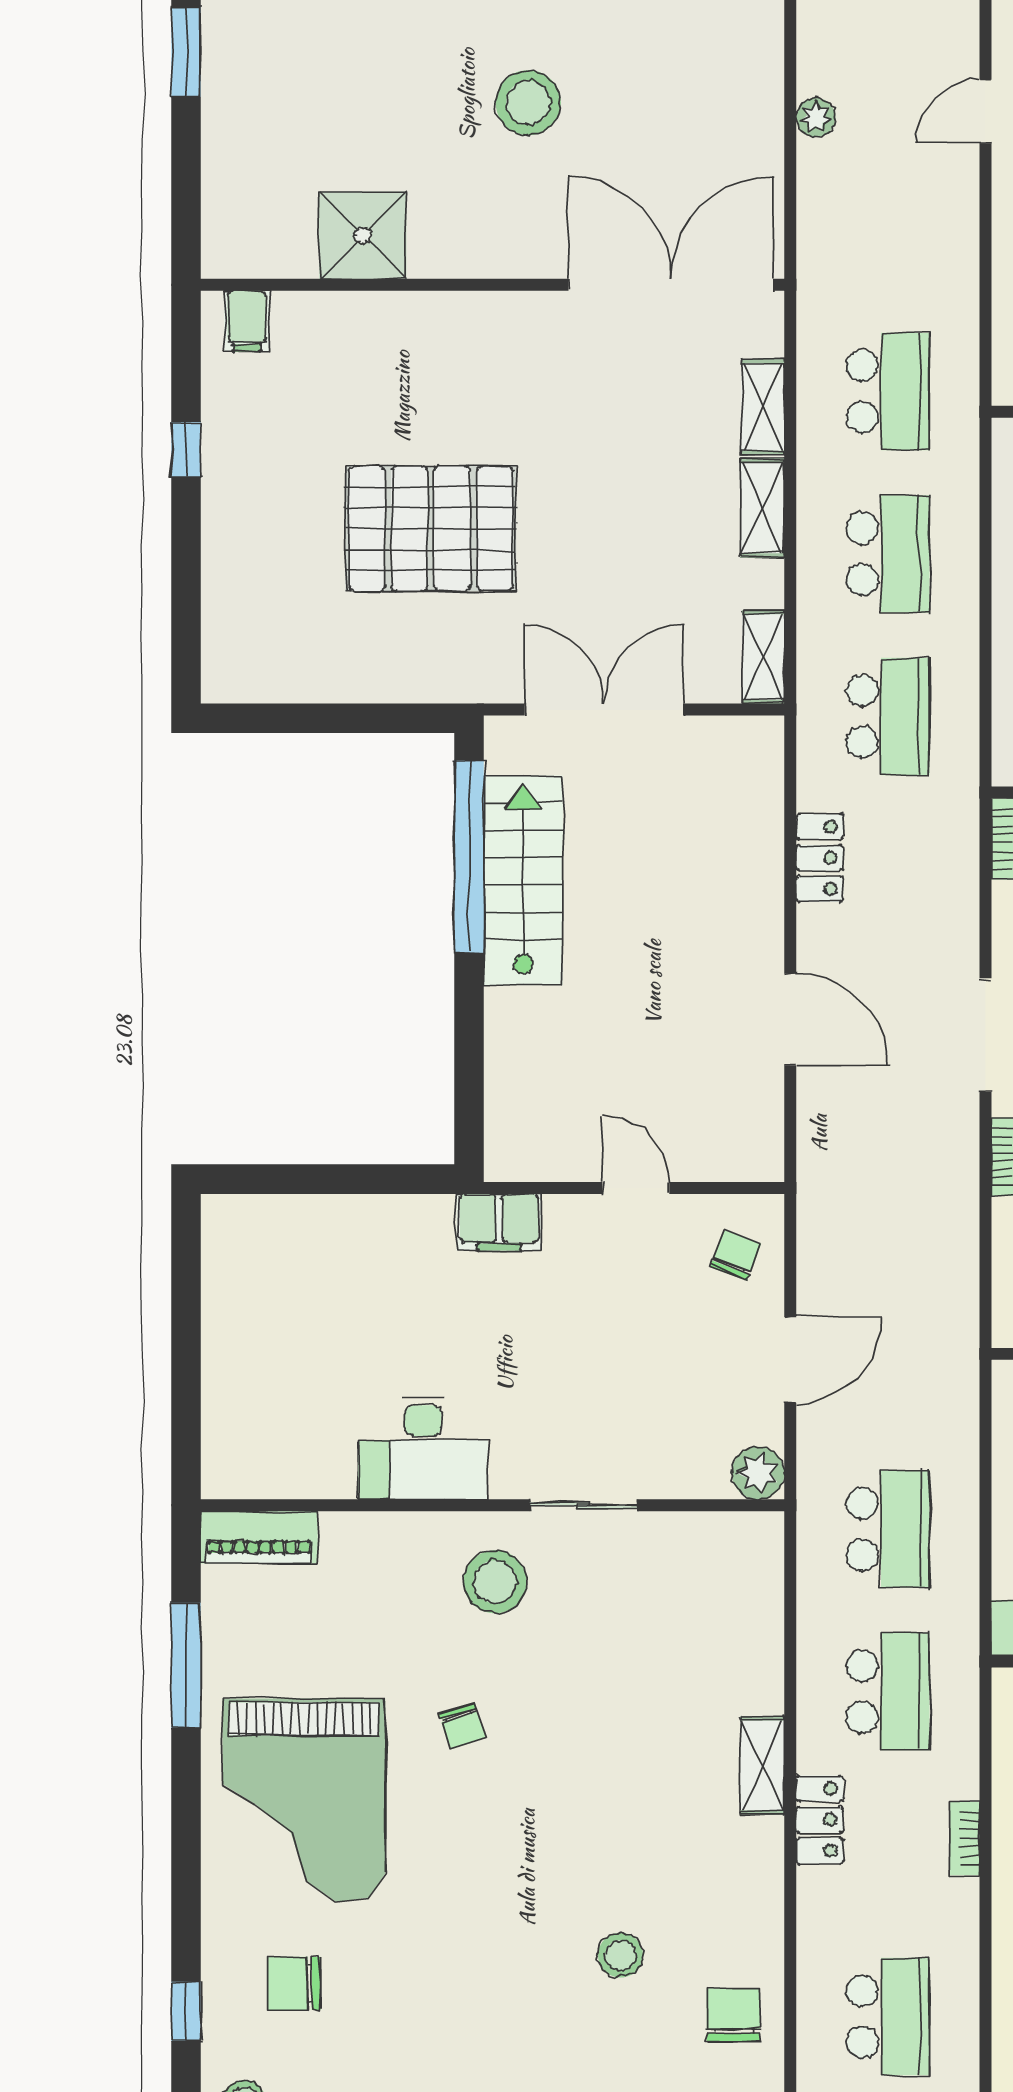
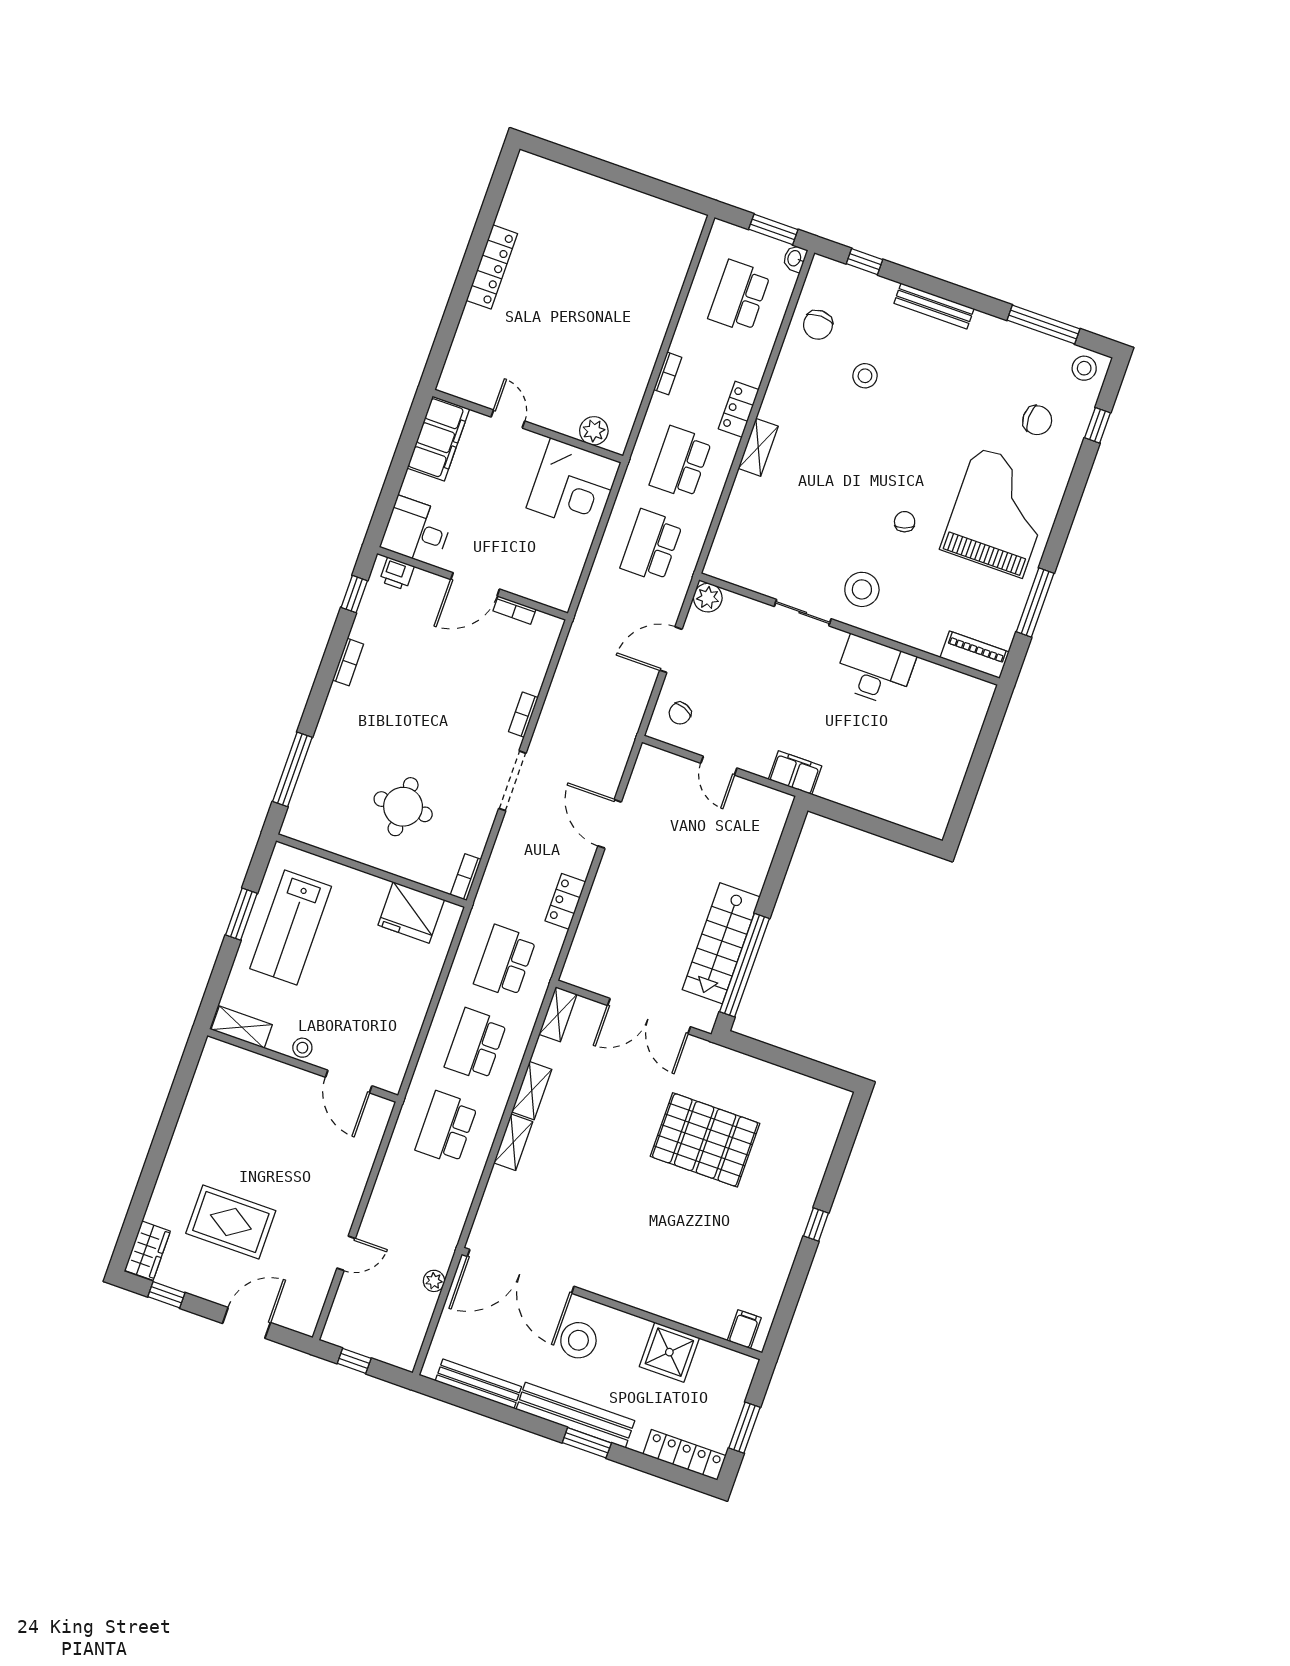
shower: (363, 235) -> (669, 1352), moved
wall: (492, 285) -> (612, 1303), moved
double door: (671, 285) -> (521, 1271), moved
filing cabinet: (247, 321) -> (744, 1329), moved

